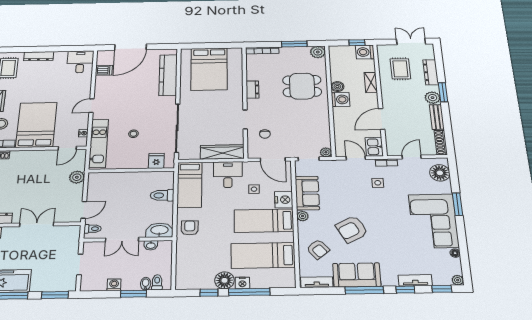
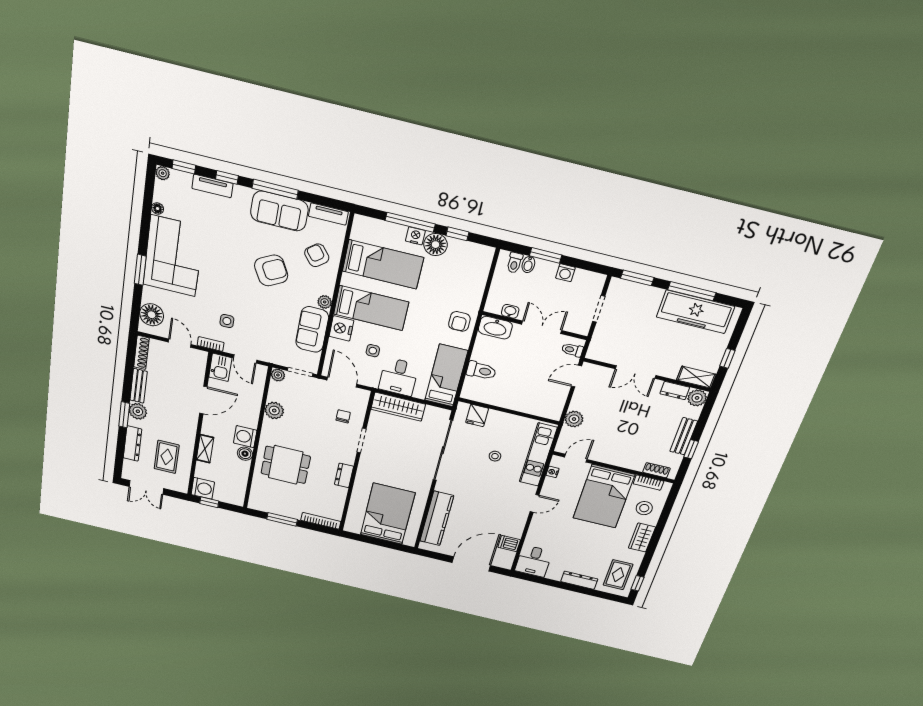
plant: (318, 52) -> (274, 411), moved
door: (412, 157) -> (180, 343), swing flipped

